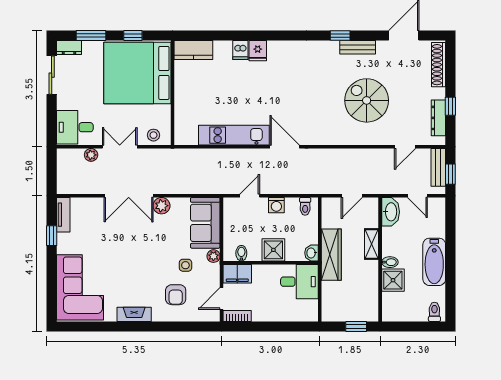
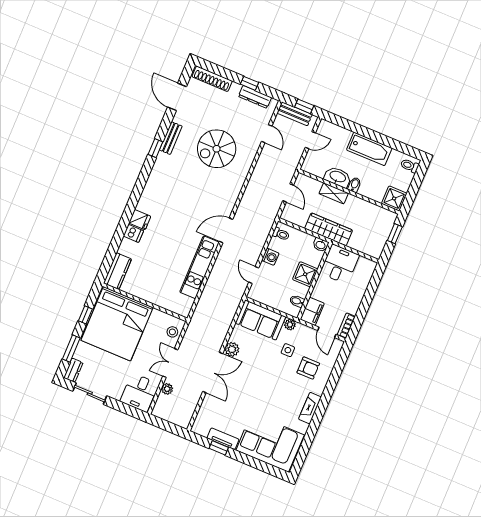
washbasin: (391, 212) -> (338, 177), moved
tv unit: (63, 215) -> (223, 439), moved
shower: (393, 280) -> (394, 198), moved

